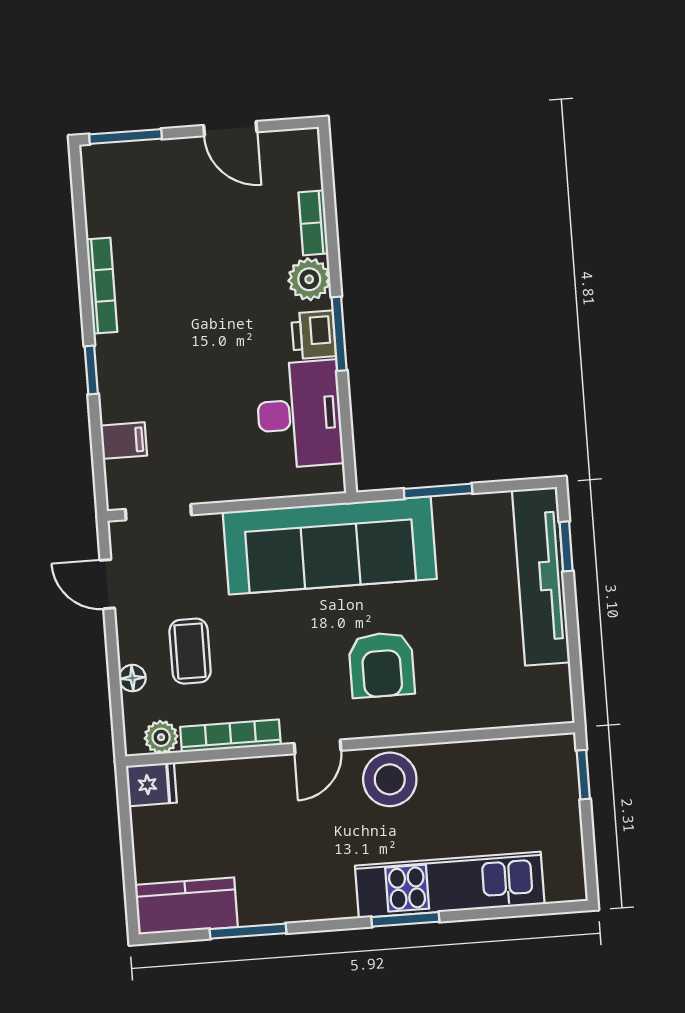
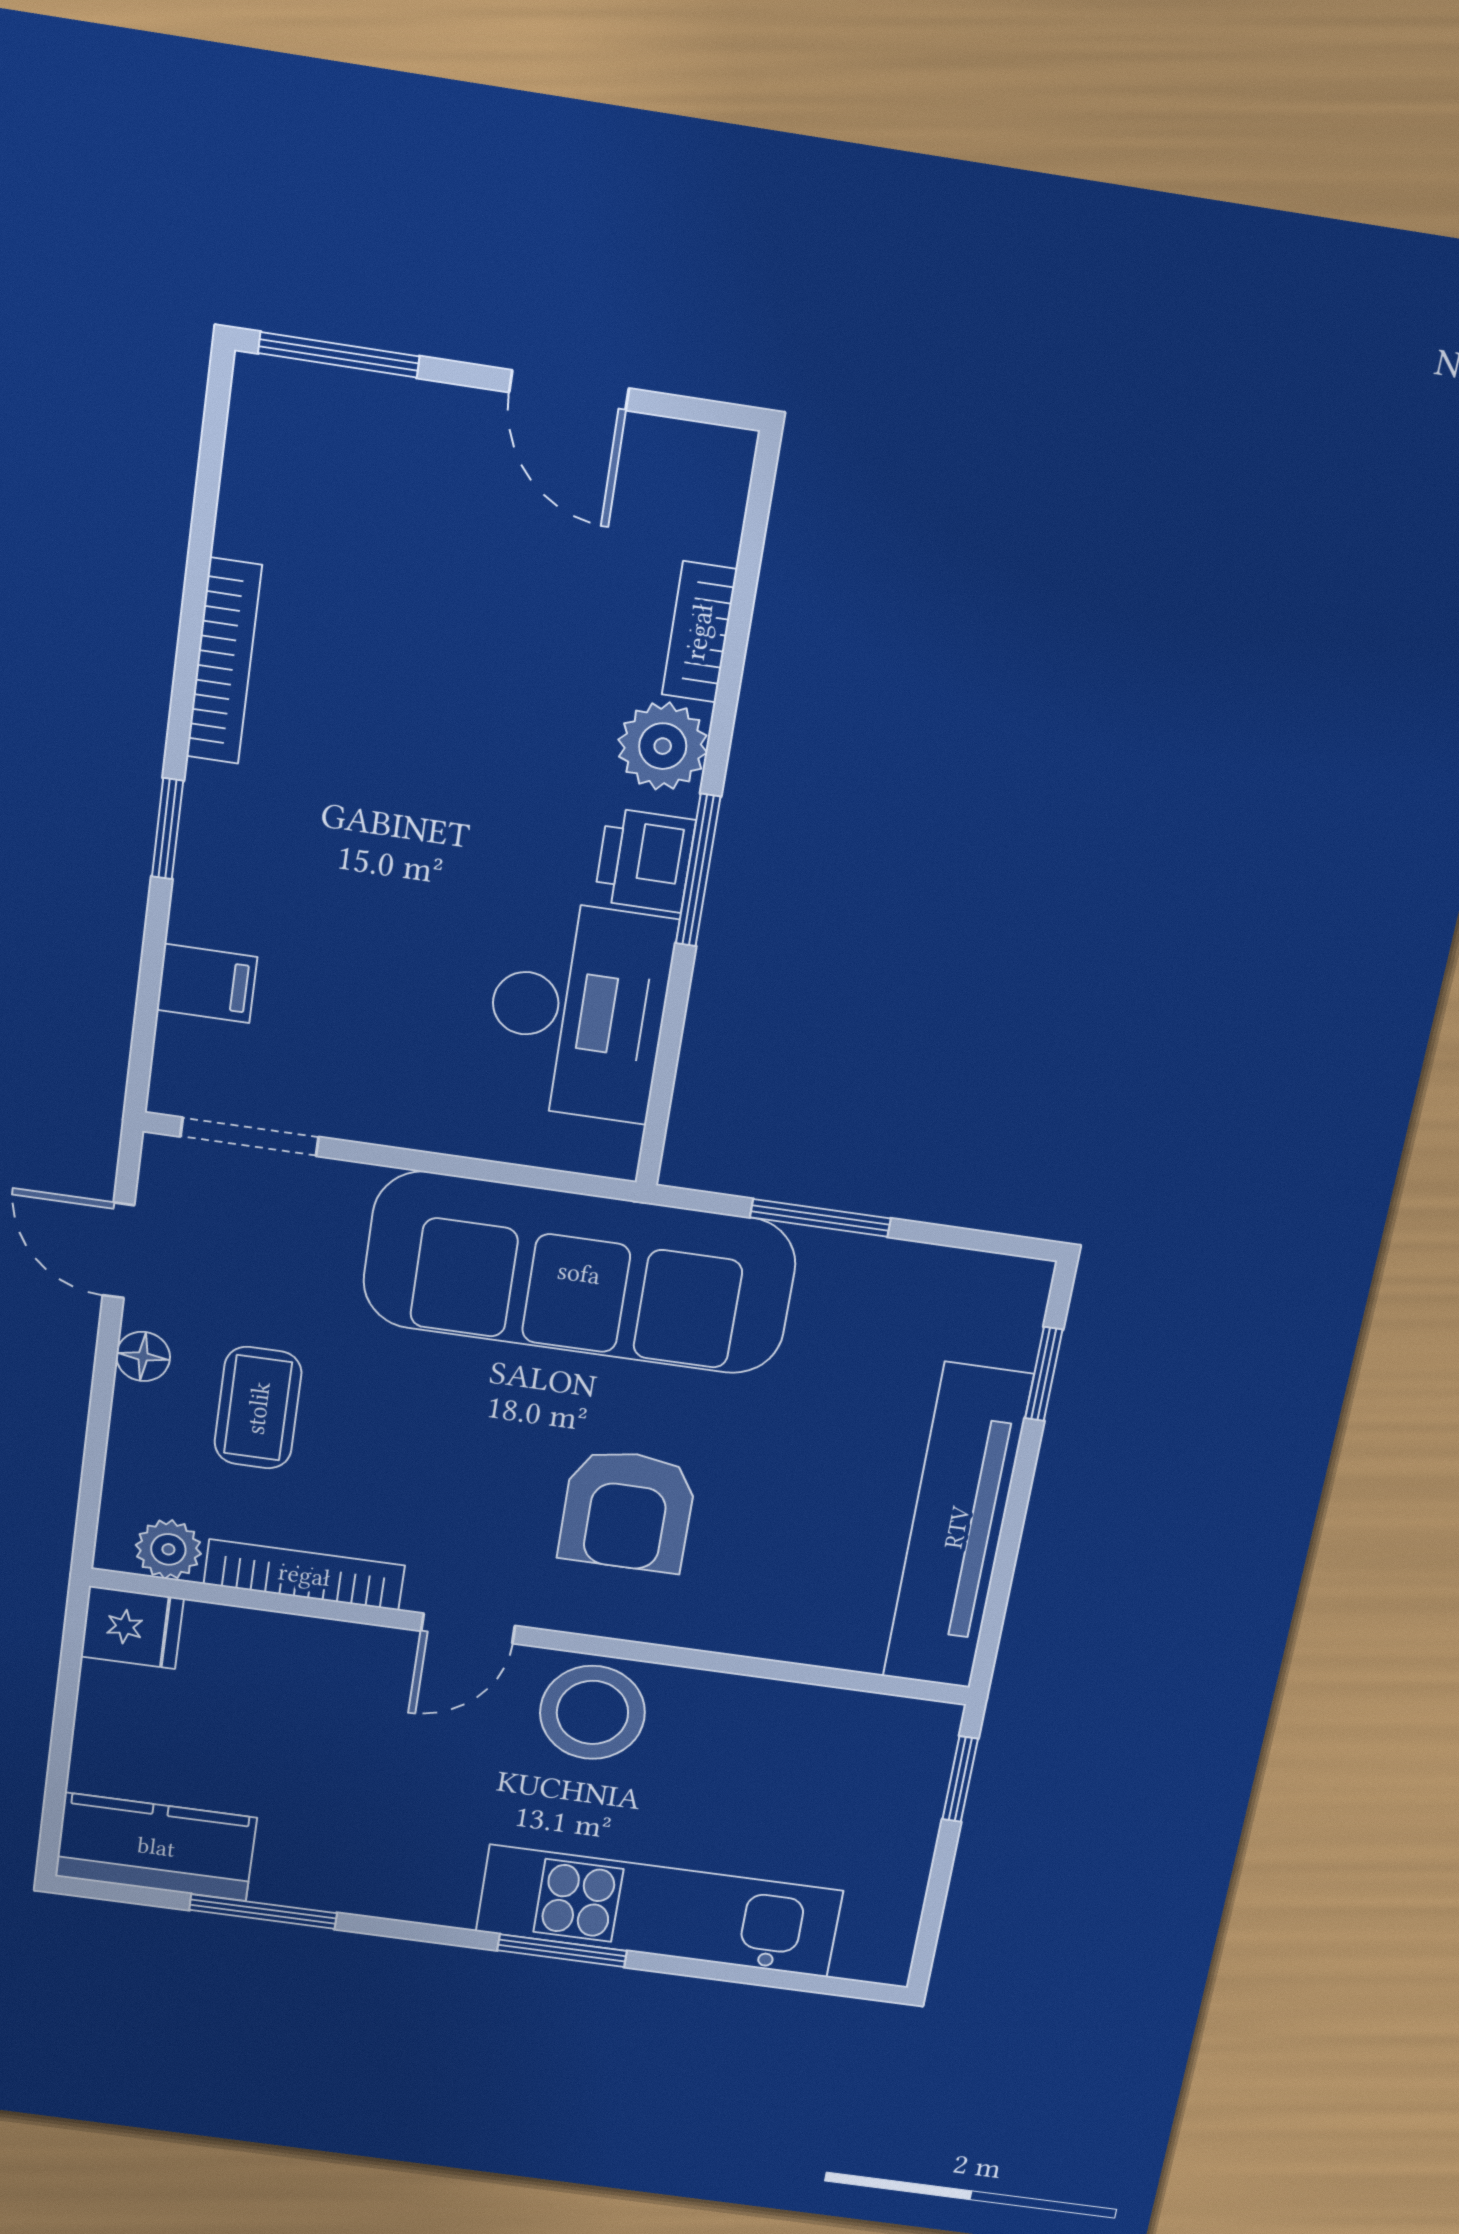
tv unit: (541, 576) -> (957, 1527), moved
floor lamp: (132, 678) -> (143, 1356), moved

